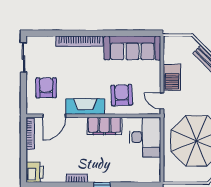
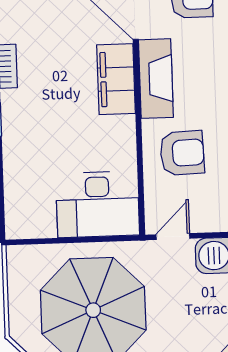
filing cabinet: (104, 126) -> (116, 79), moved

